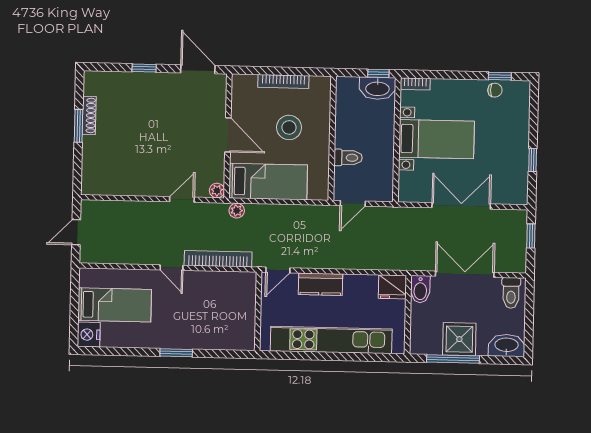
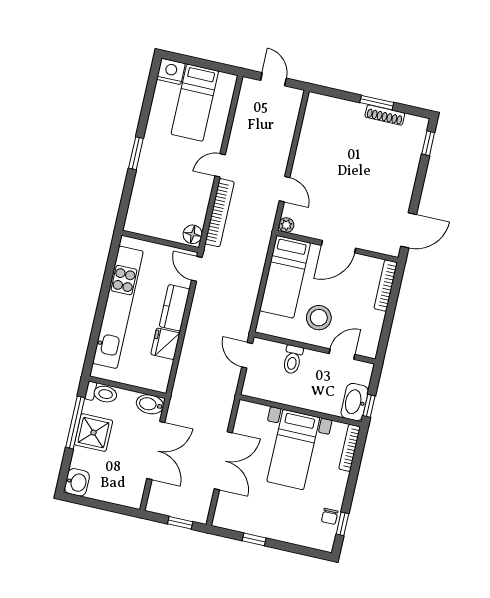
window: (144, 68) -> (428, 143), moved
bookcase: (283, 81) -> (386, 286), moved
bookcase: (415, 84) -> (350, 448), width x1.56
door: (333, 110) -> (342, 354), added
stool: (289, 127) -> (319, 318), moved
plant: (237, 211) -> (263, 240), removed
floor lamp: (245, 281) -> (193, 234), added
fridge: (392, 287) -> (165, 344), moved
toilet: (511, 293) -> (101, 393), moved, turned 180
washbasin: (507, 345) -> (77, 482), width x0.72

